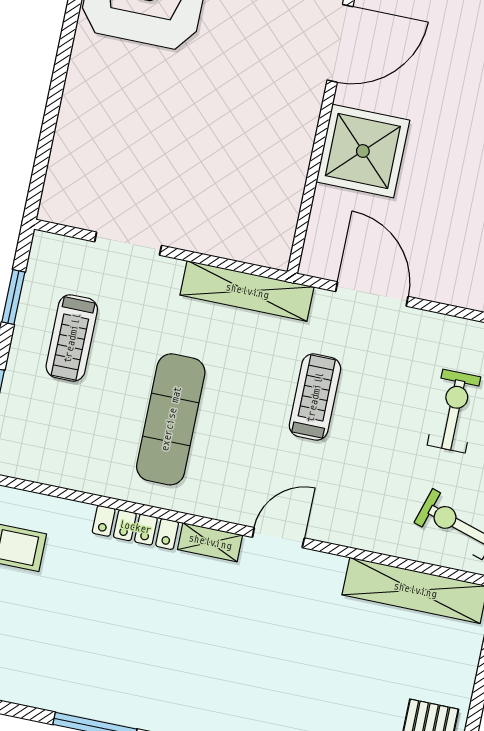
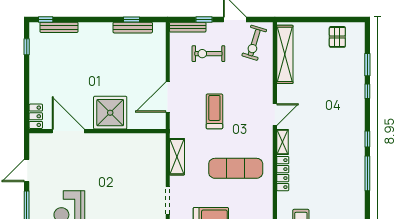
shelving: (247, 291) -> (177, 157), width x0.68
treadmill: (315, 397) -> (214, 111), turned 90
door: (278, 538) -> (275, 115), swing flipped

